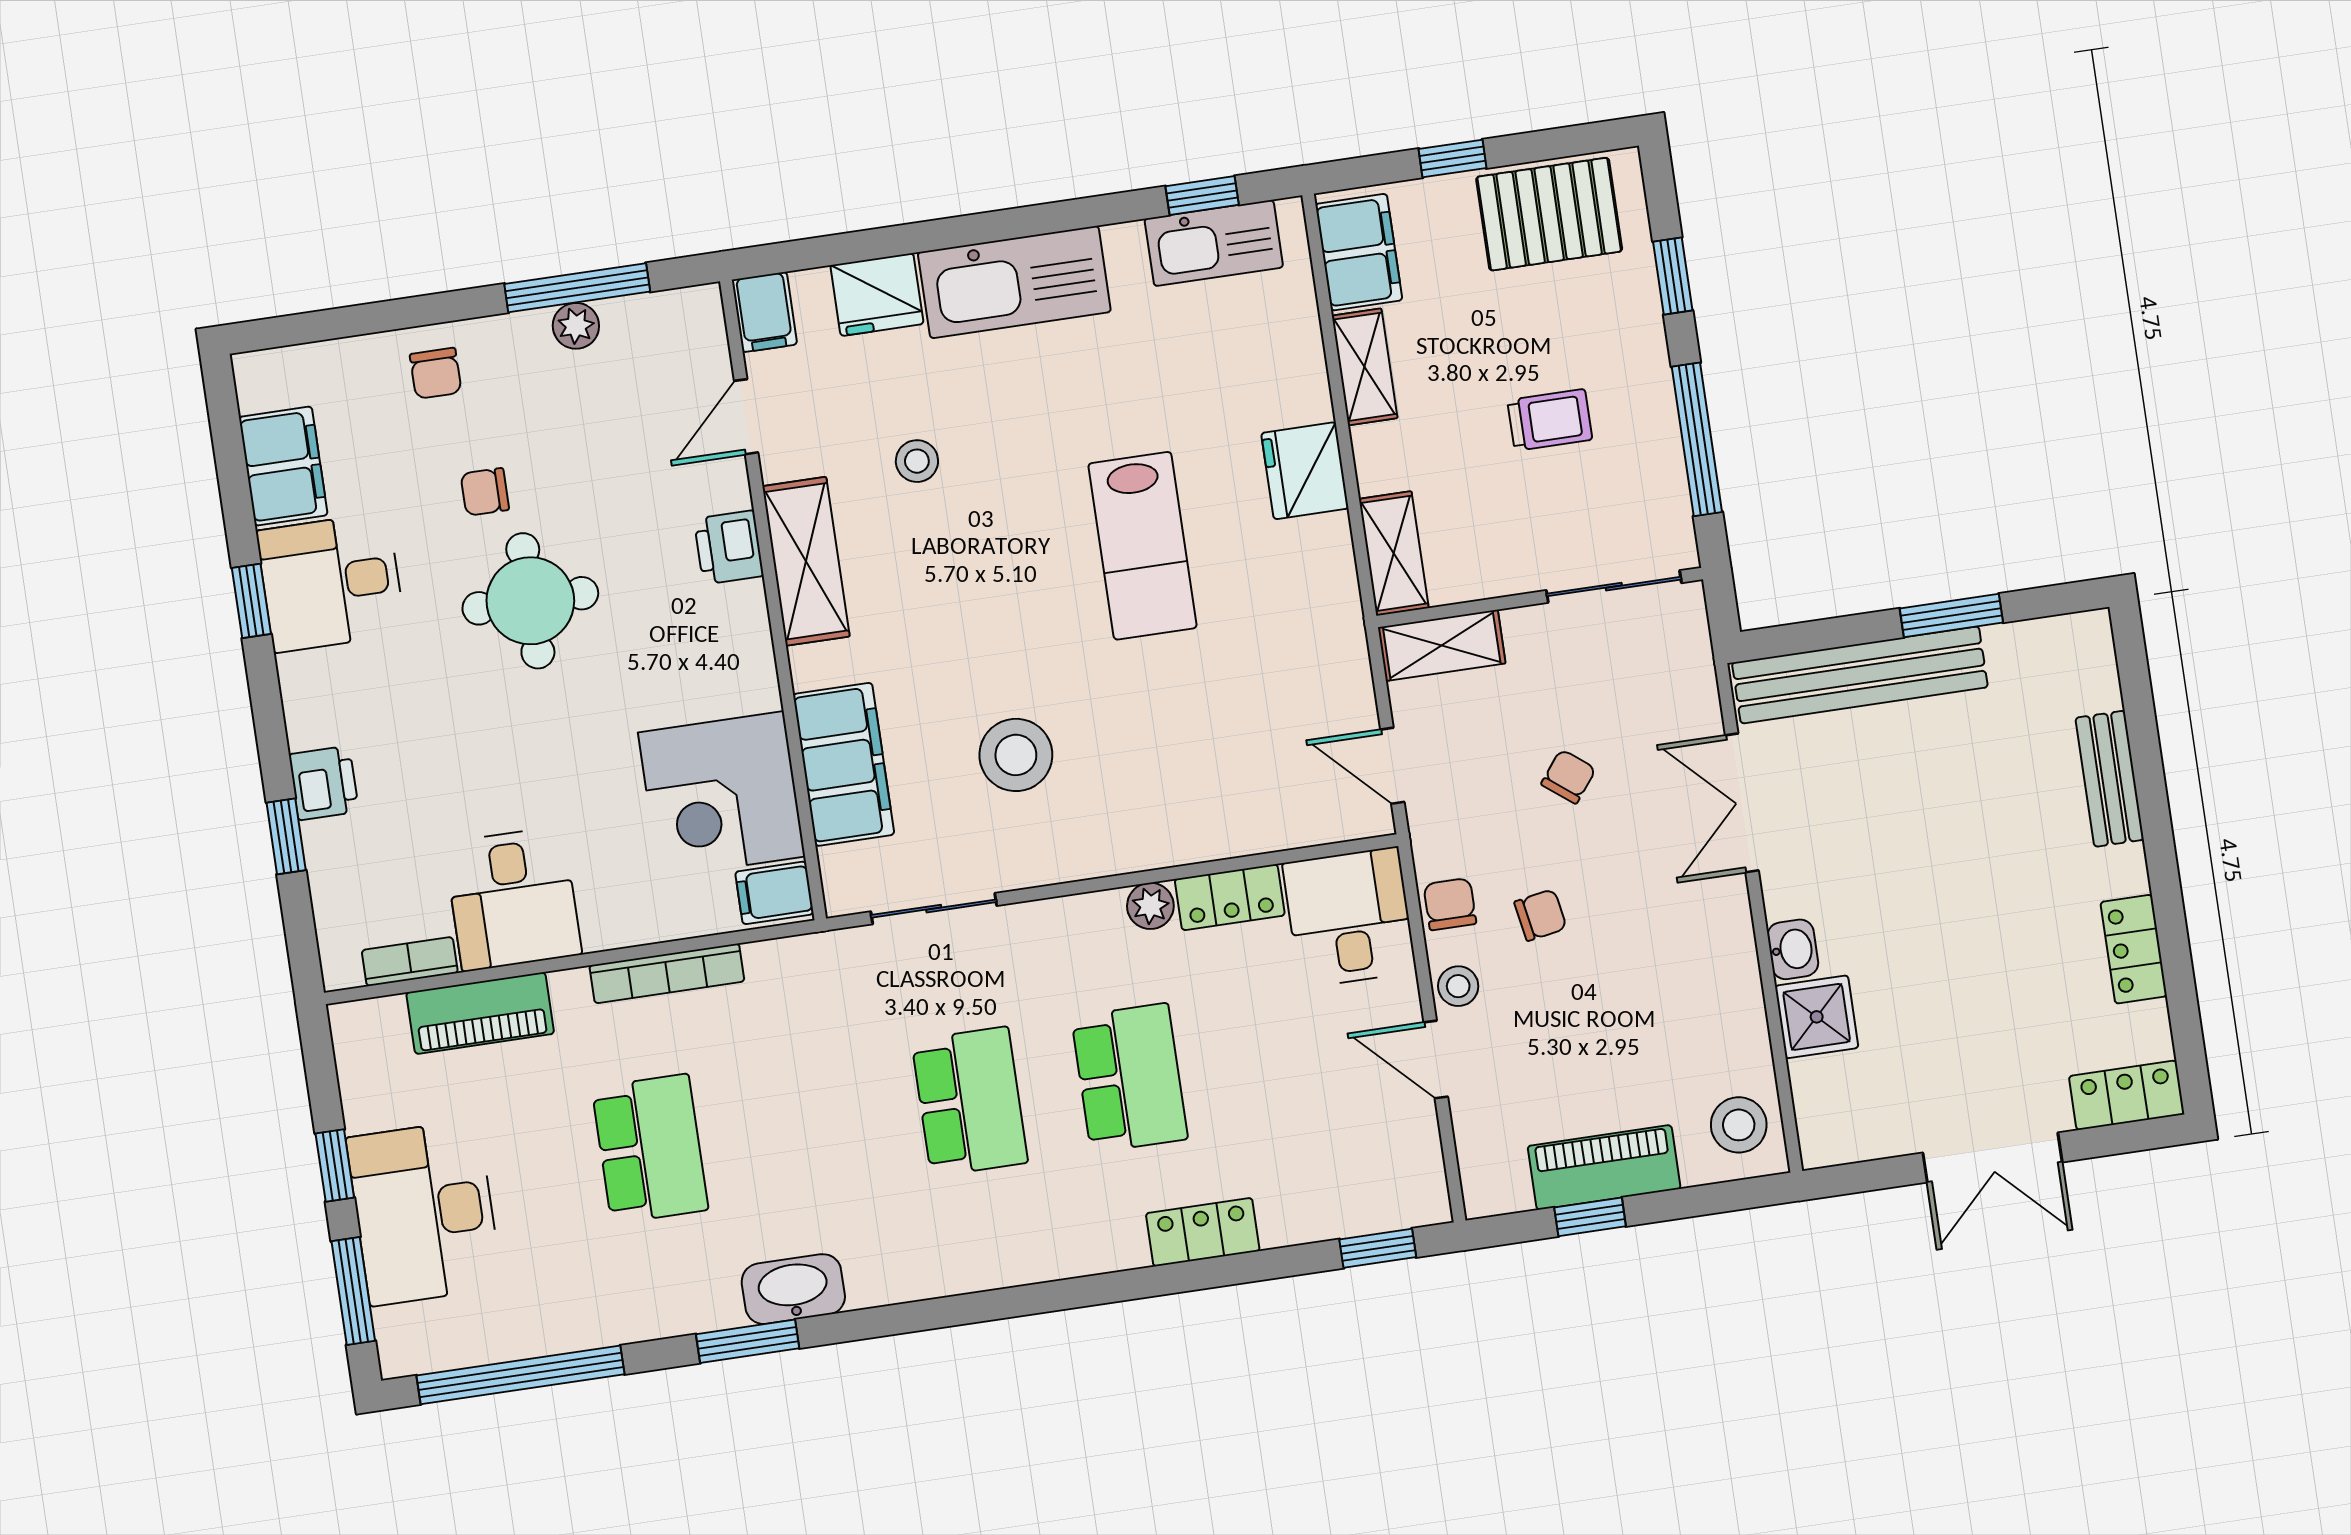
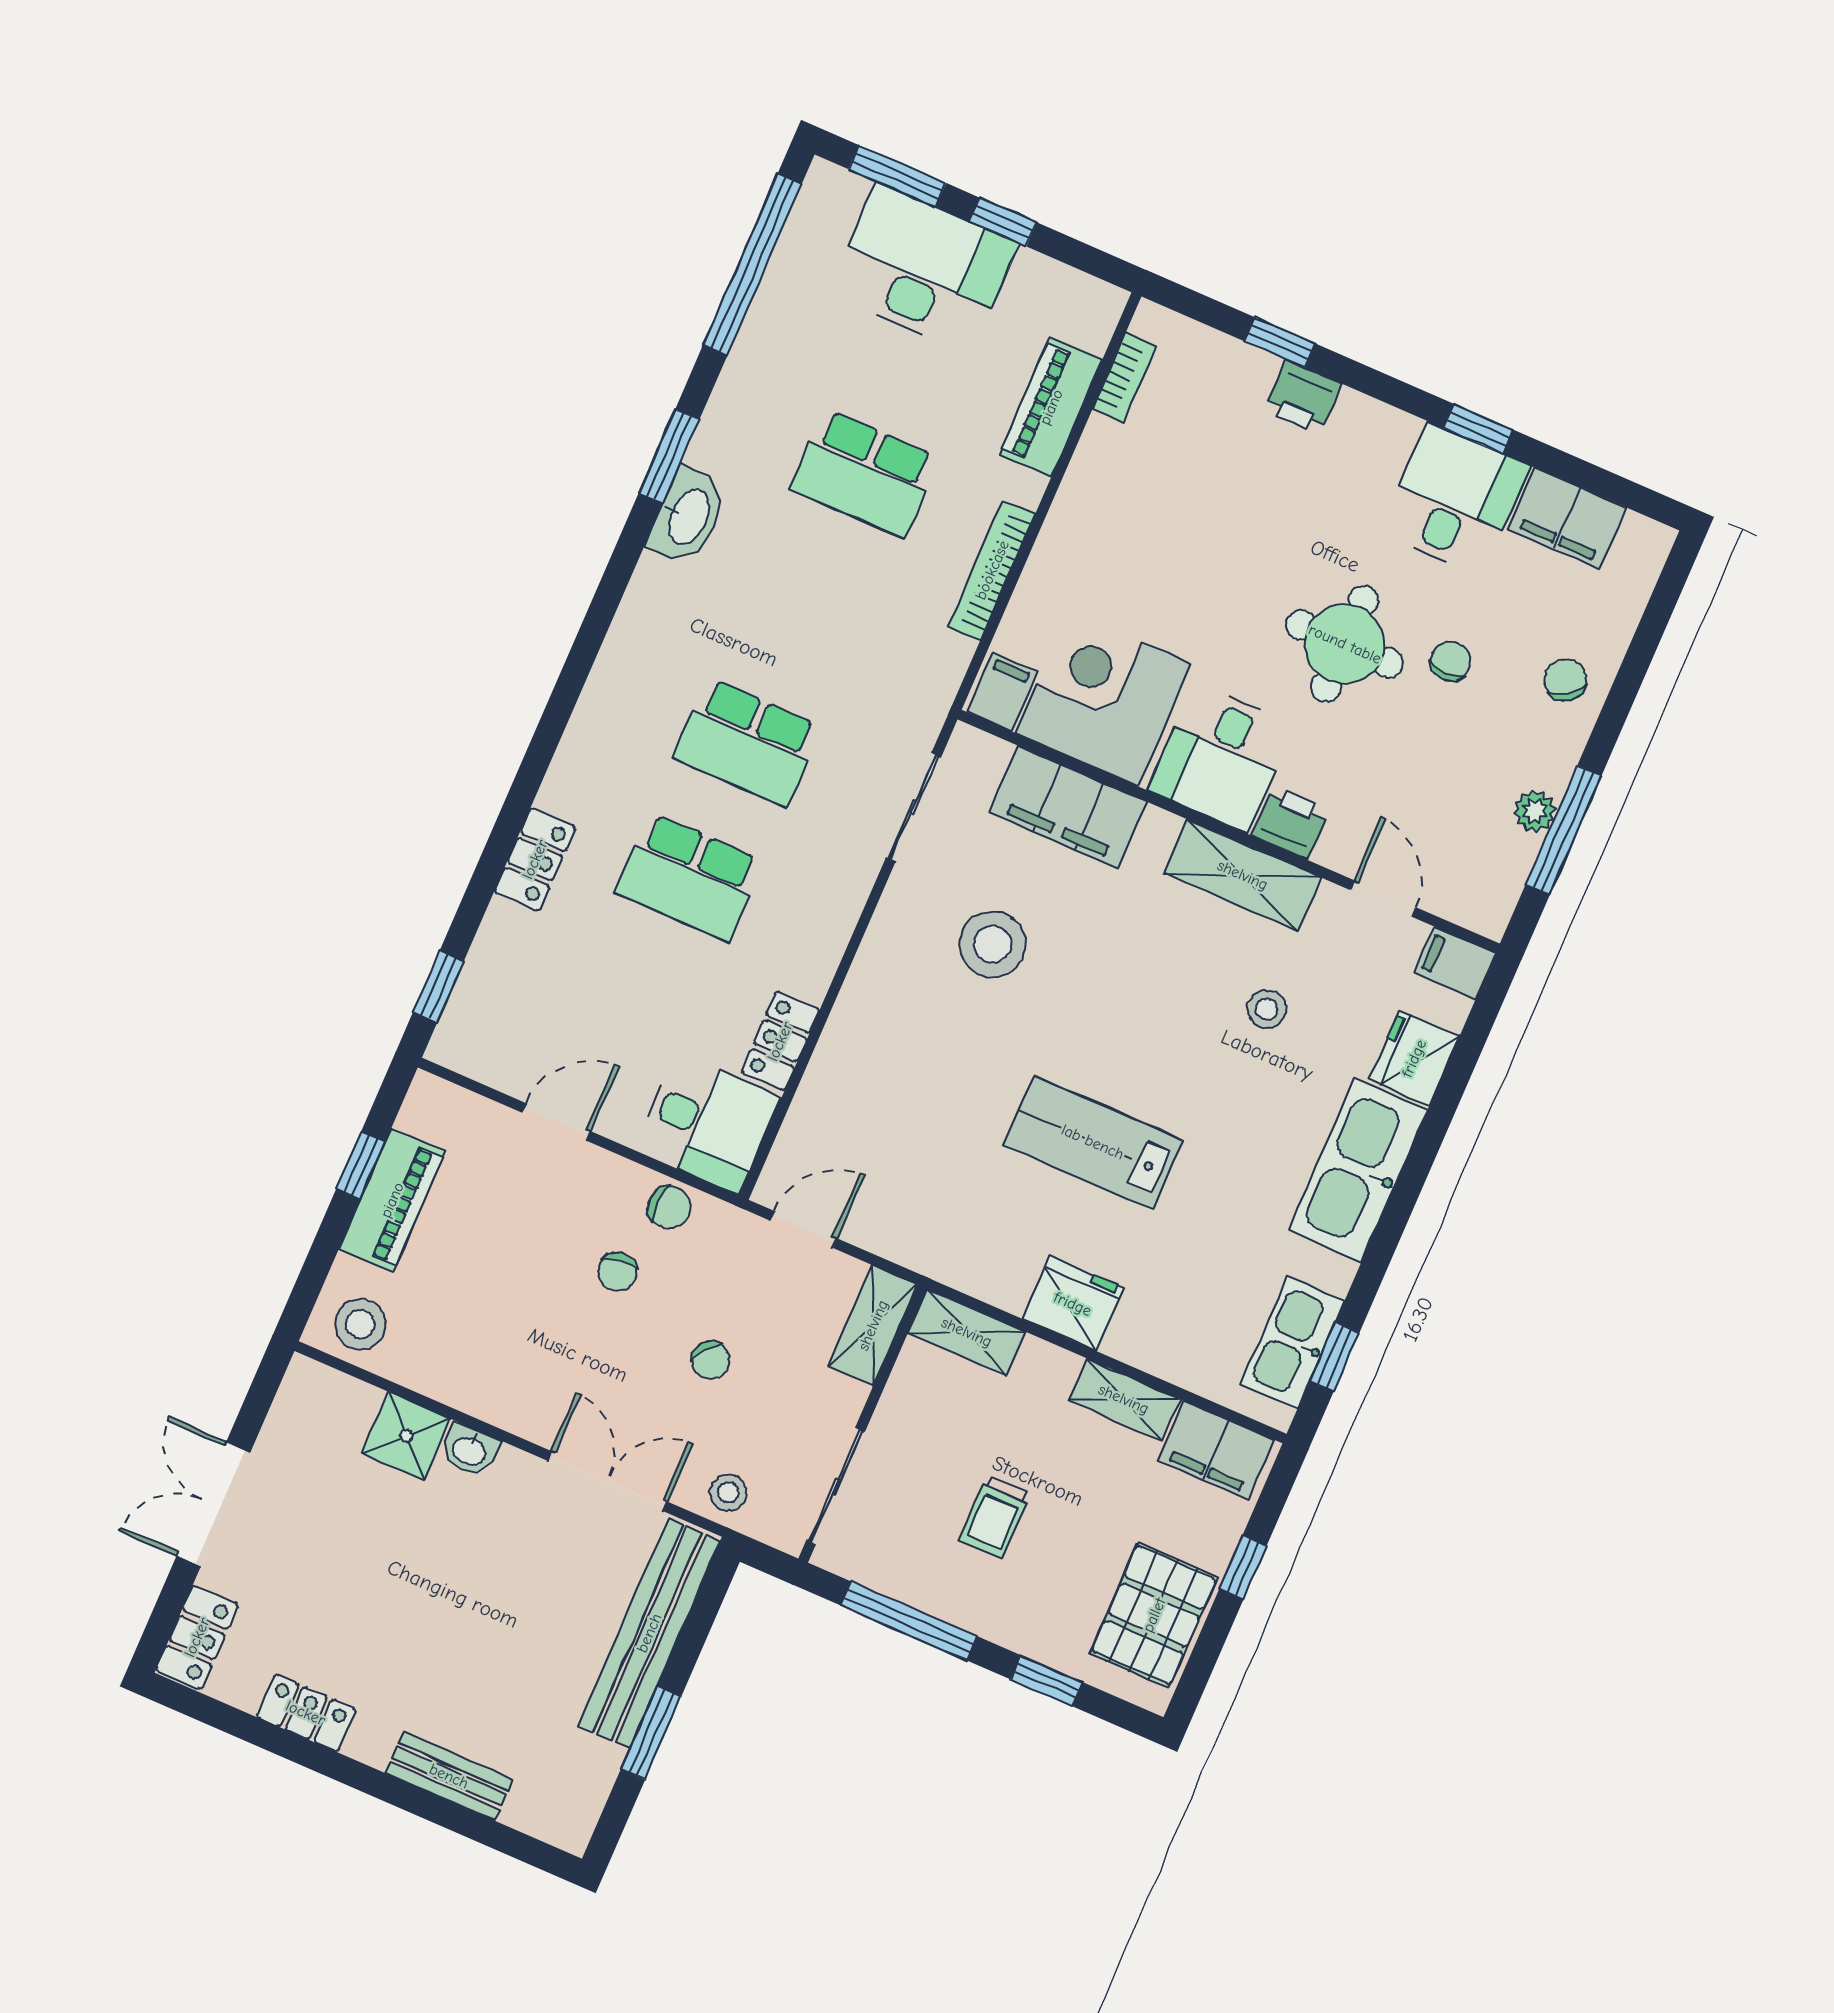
chair: (436, 373) -> (1565, 680), turned 55
desk: (513, 899) -> (1221, 758), moved, turned -90
plant: (1150, 906) -> (812, 976), removed
stool: (1458, 986) -> (728, 1492), moved

